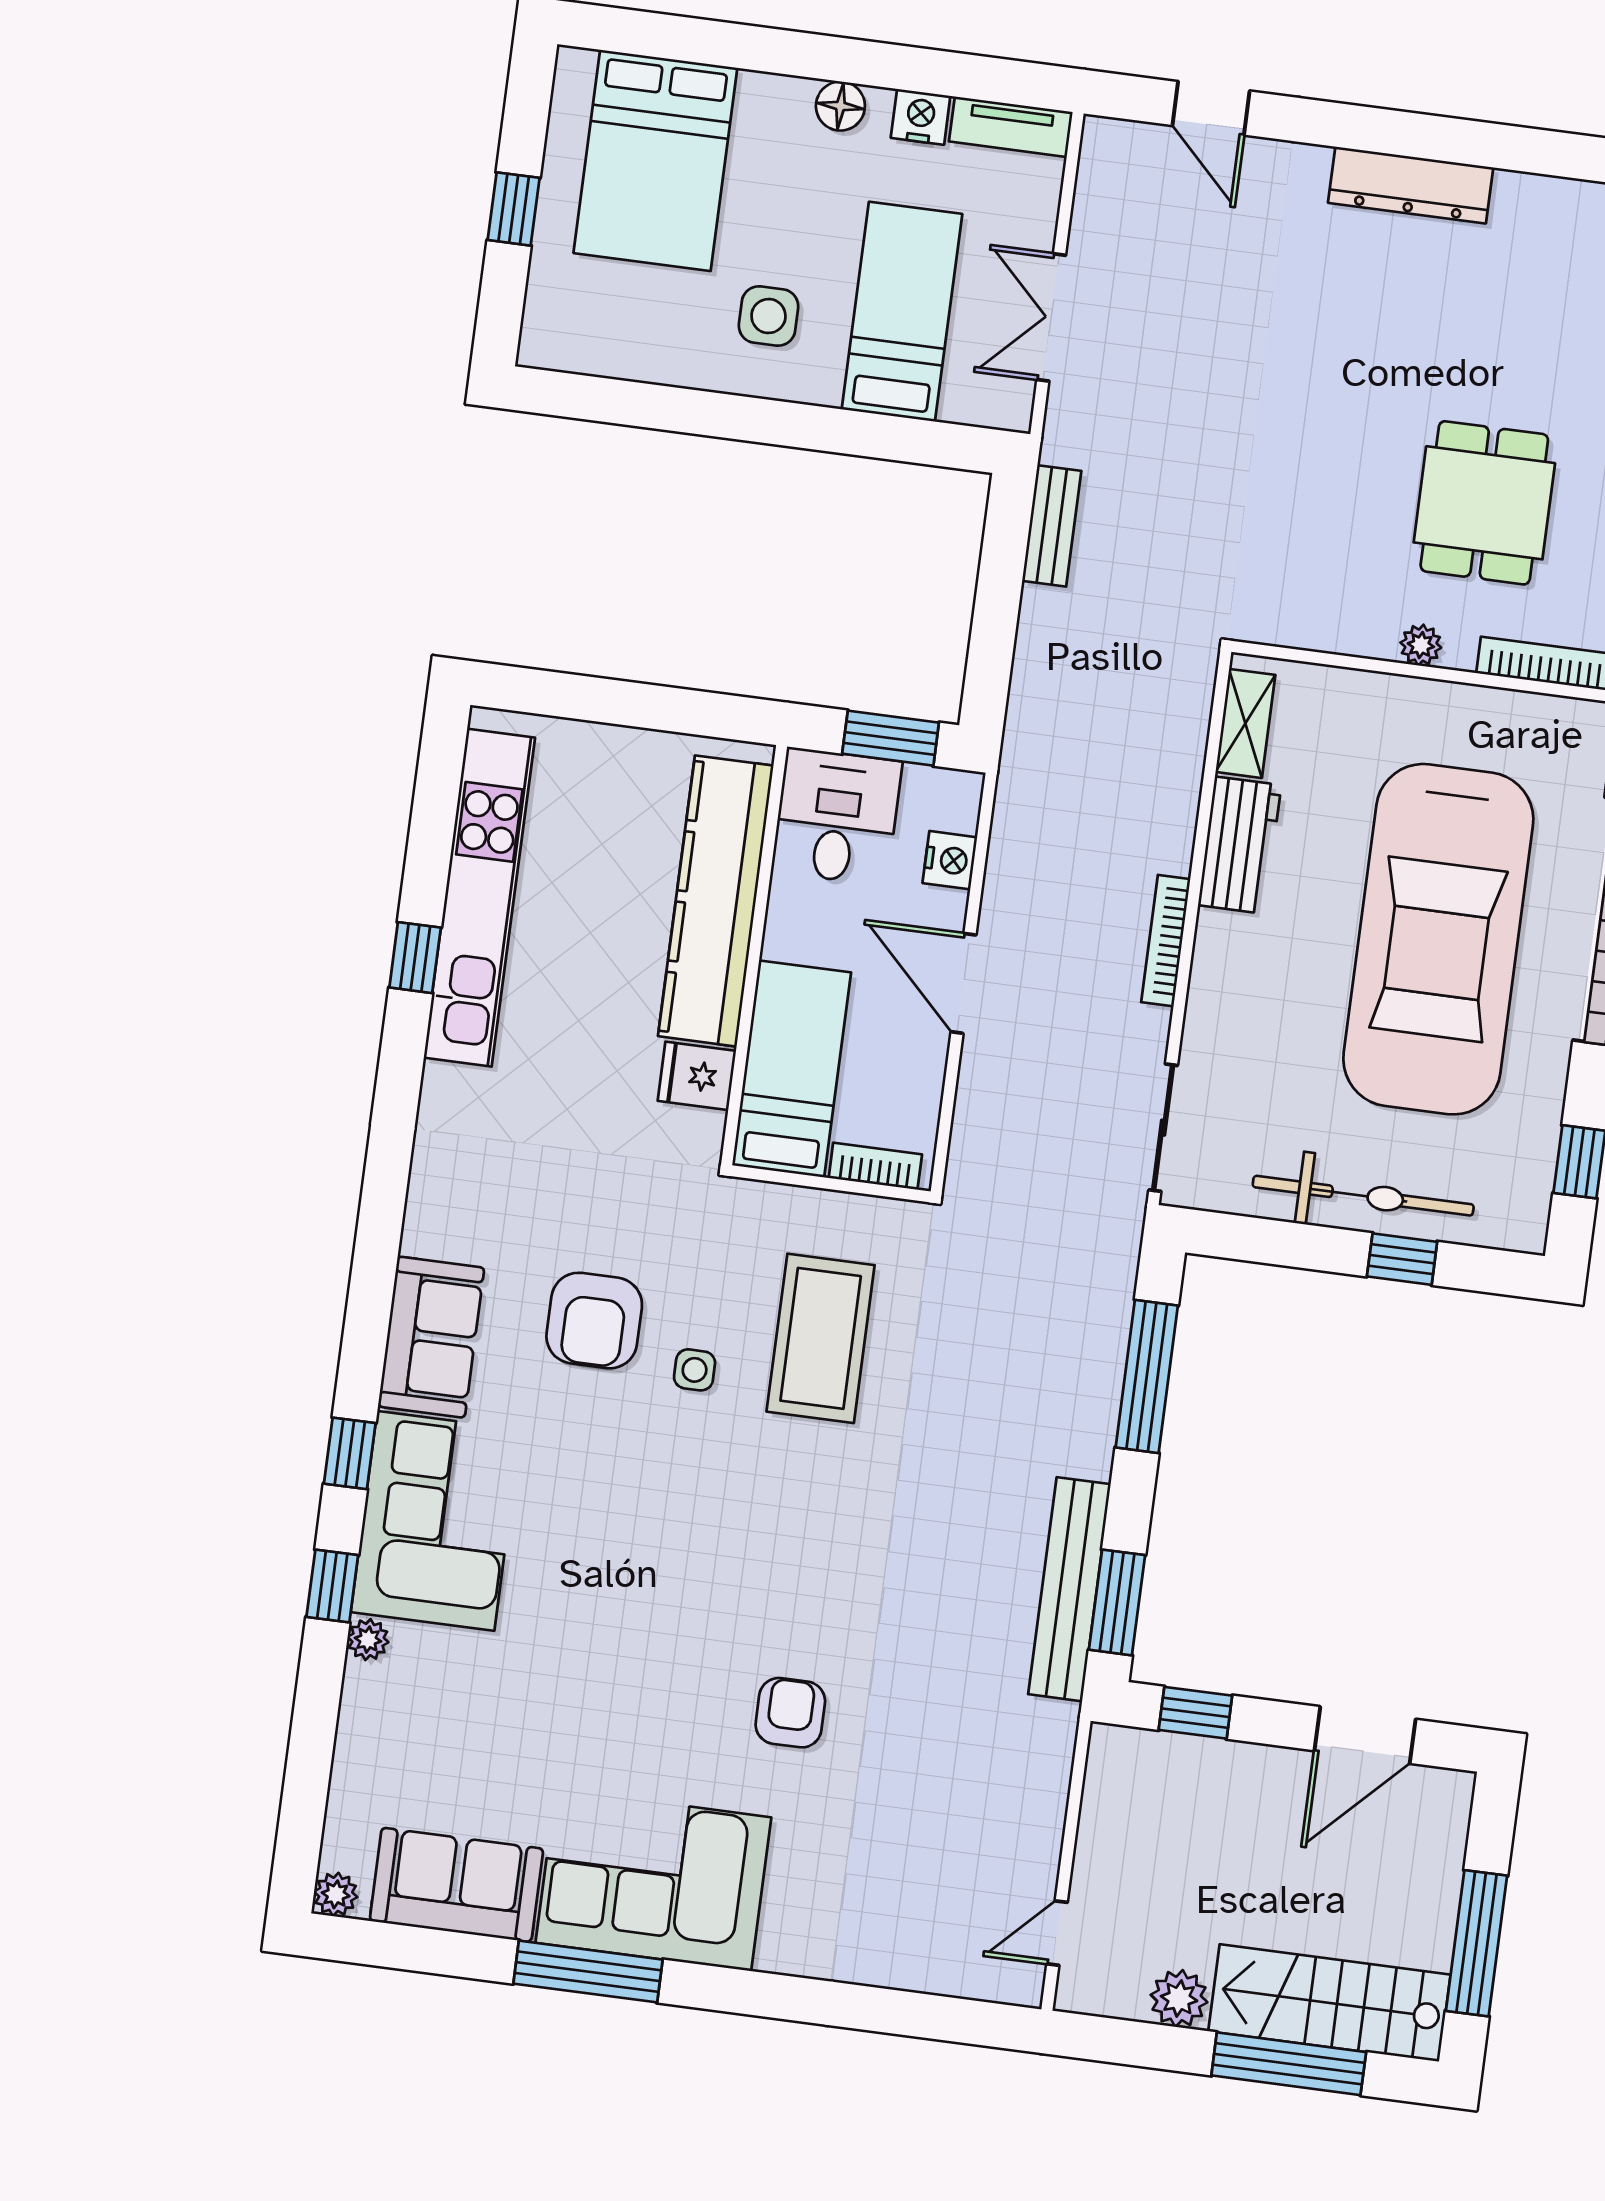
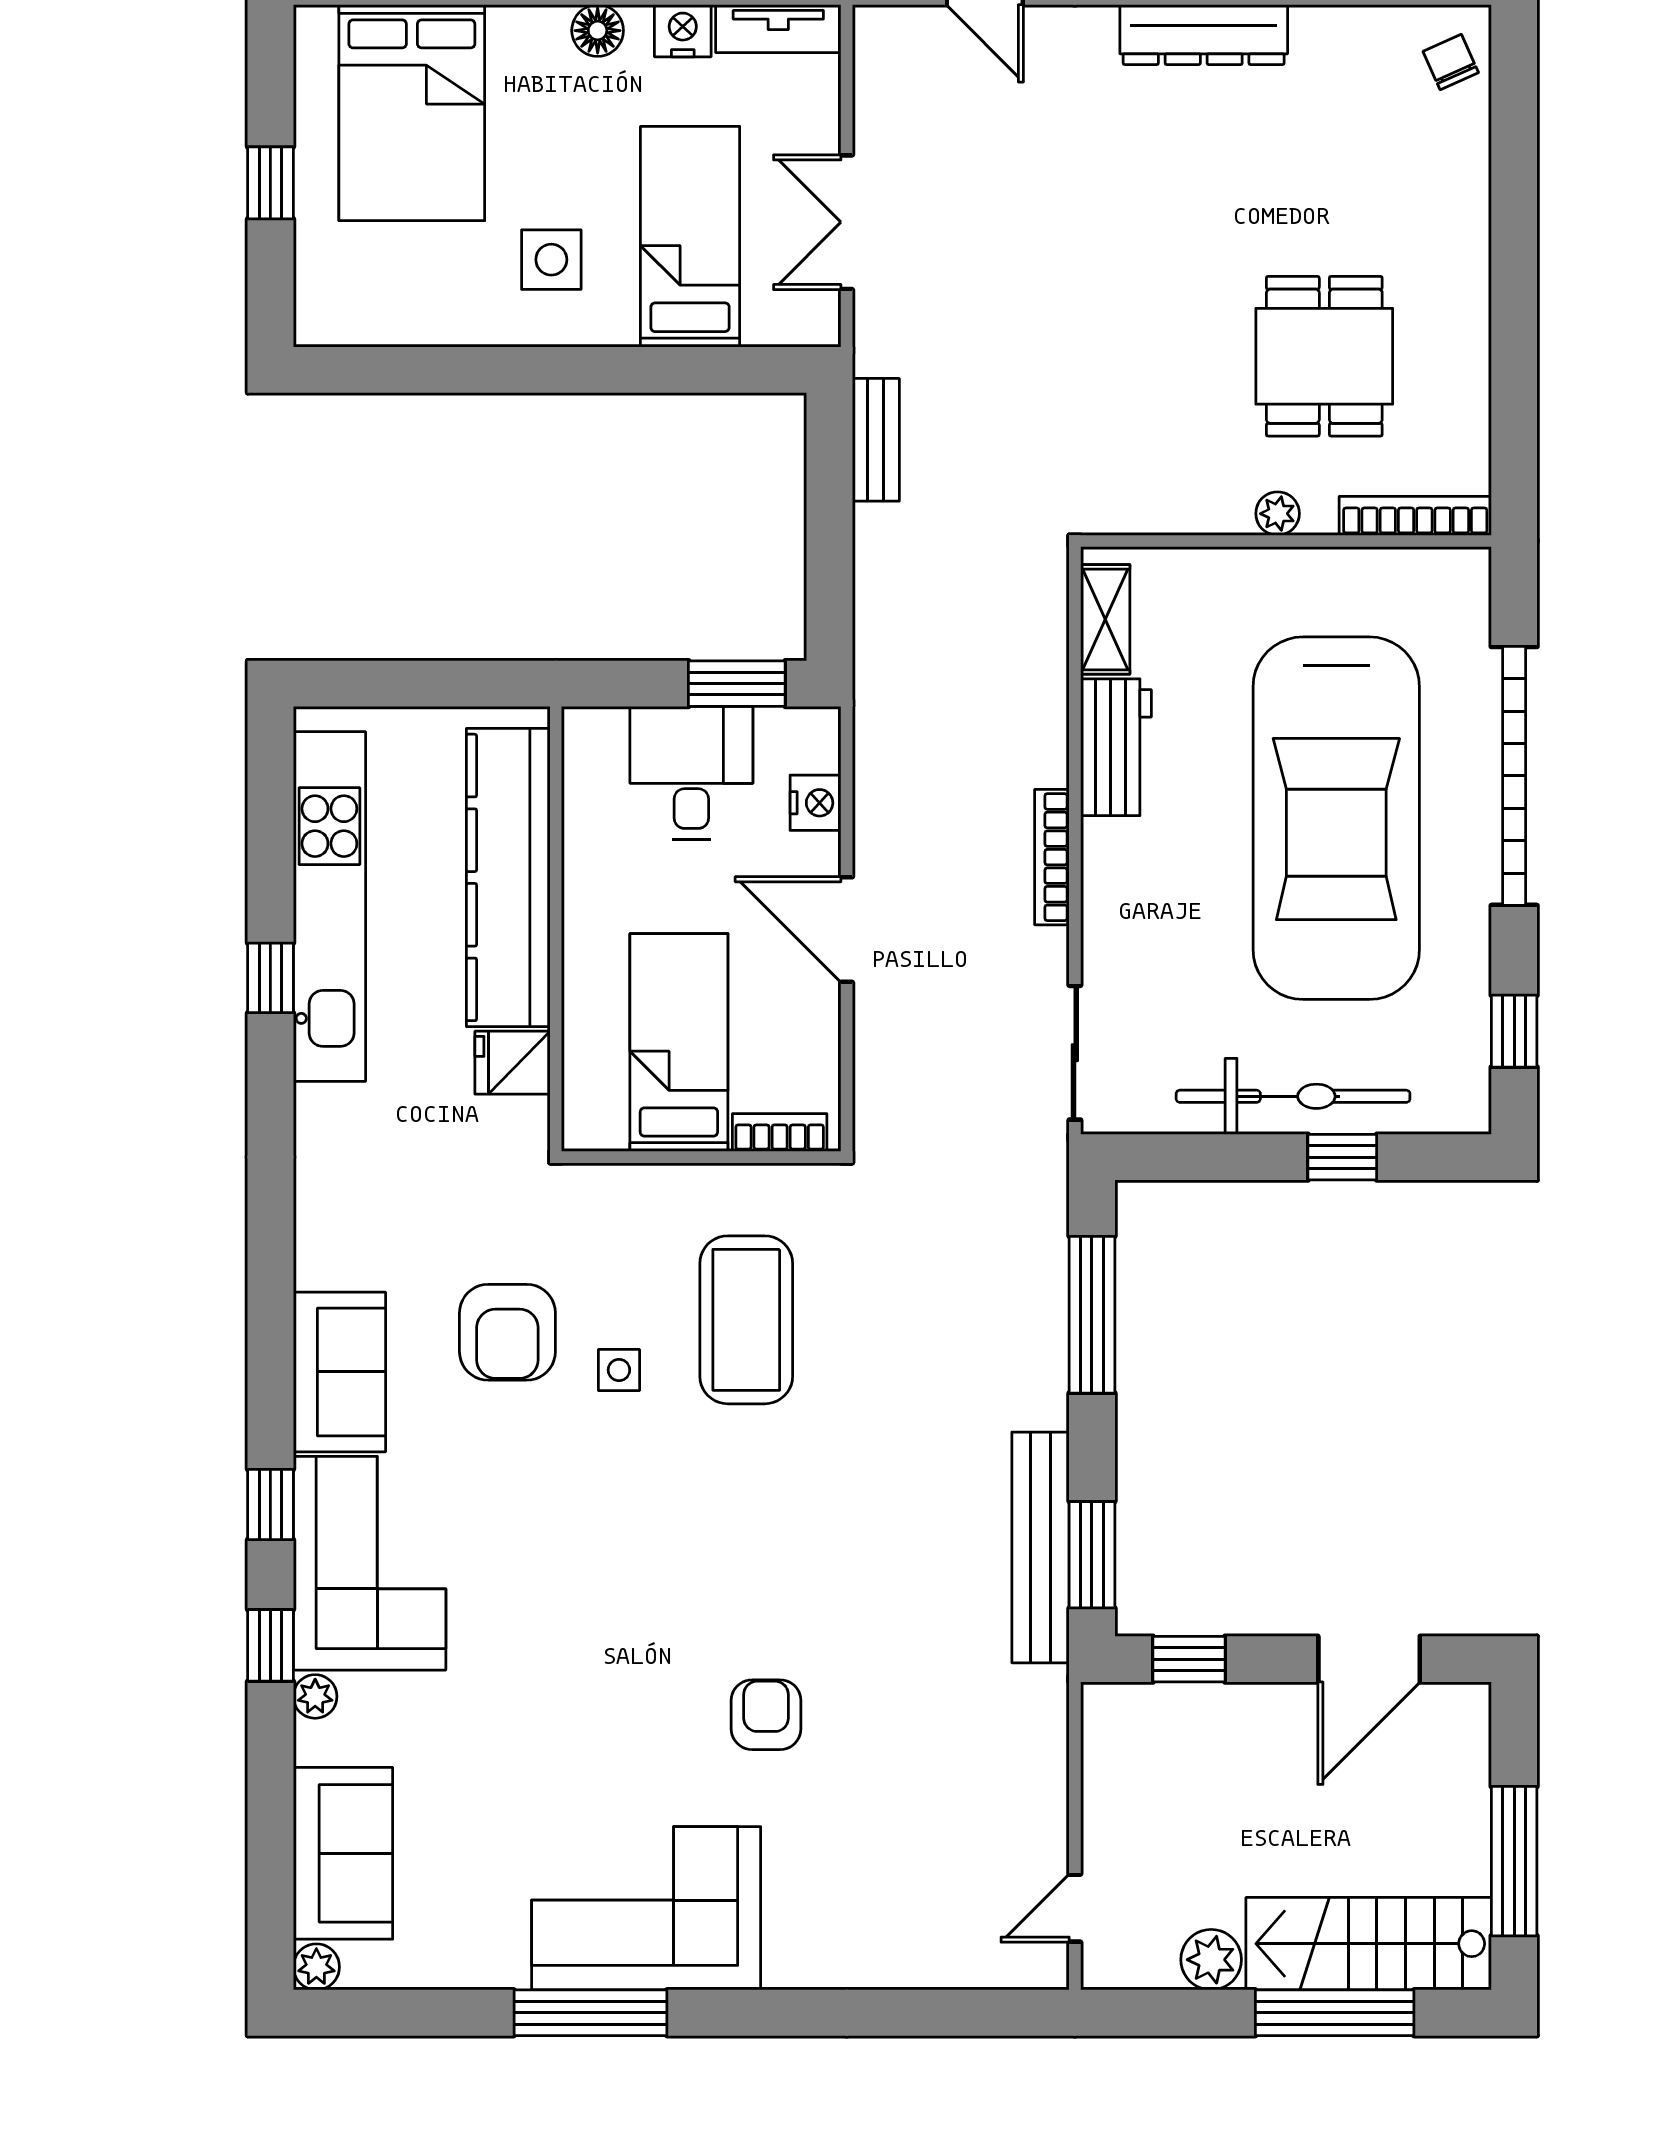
kitchen counter: (716, 901) -> (508, 877), moved
wall: (754, 955) -> (556, 929), moved
fridge: (697, 1076) -> (512, 1063), moved
sofa: (456, 1885) -> (343, 1853), moved, turned 90

